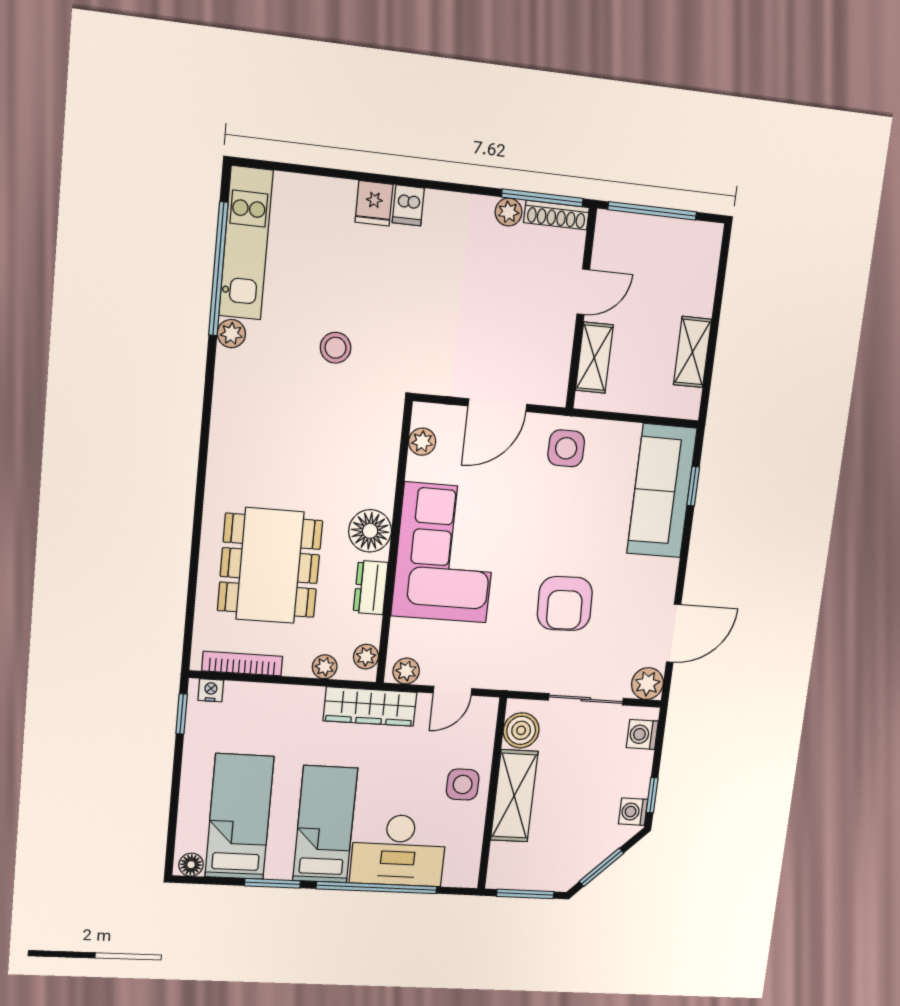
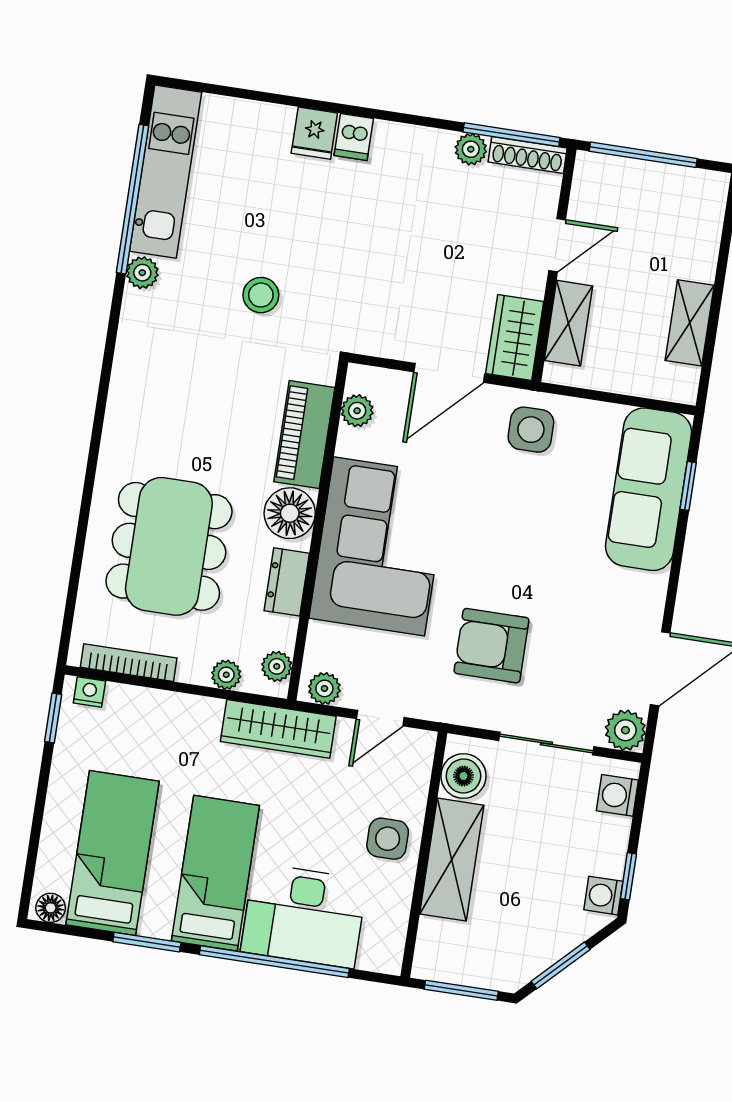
wardrobe: (551, 372) -> (515, 338), added
piano: (379, 464) -> (304, 435), added
armchair: (565, 603) -> (491, 646), moved, turned 92

